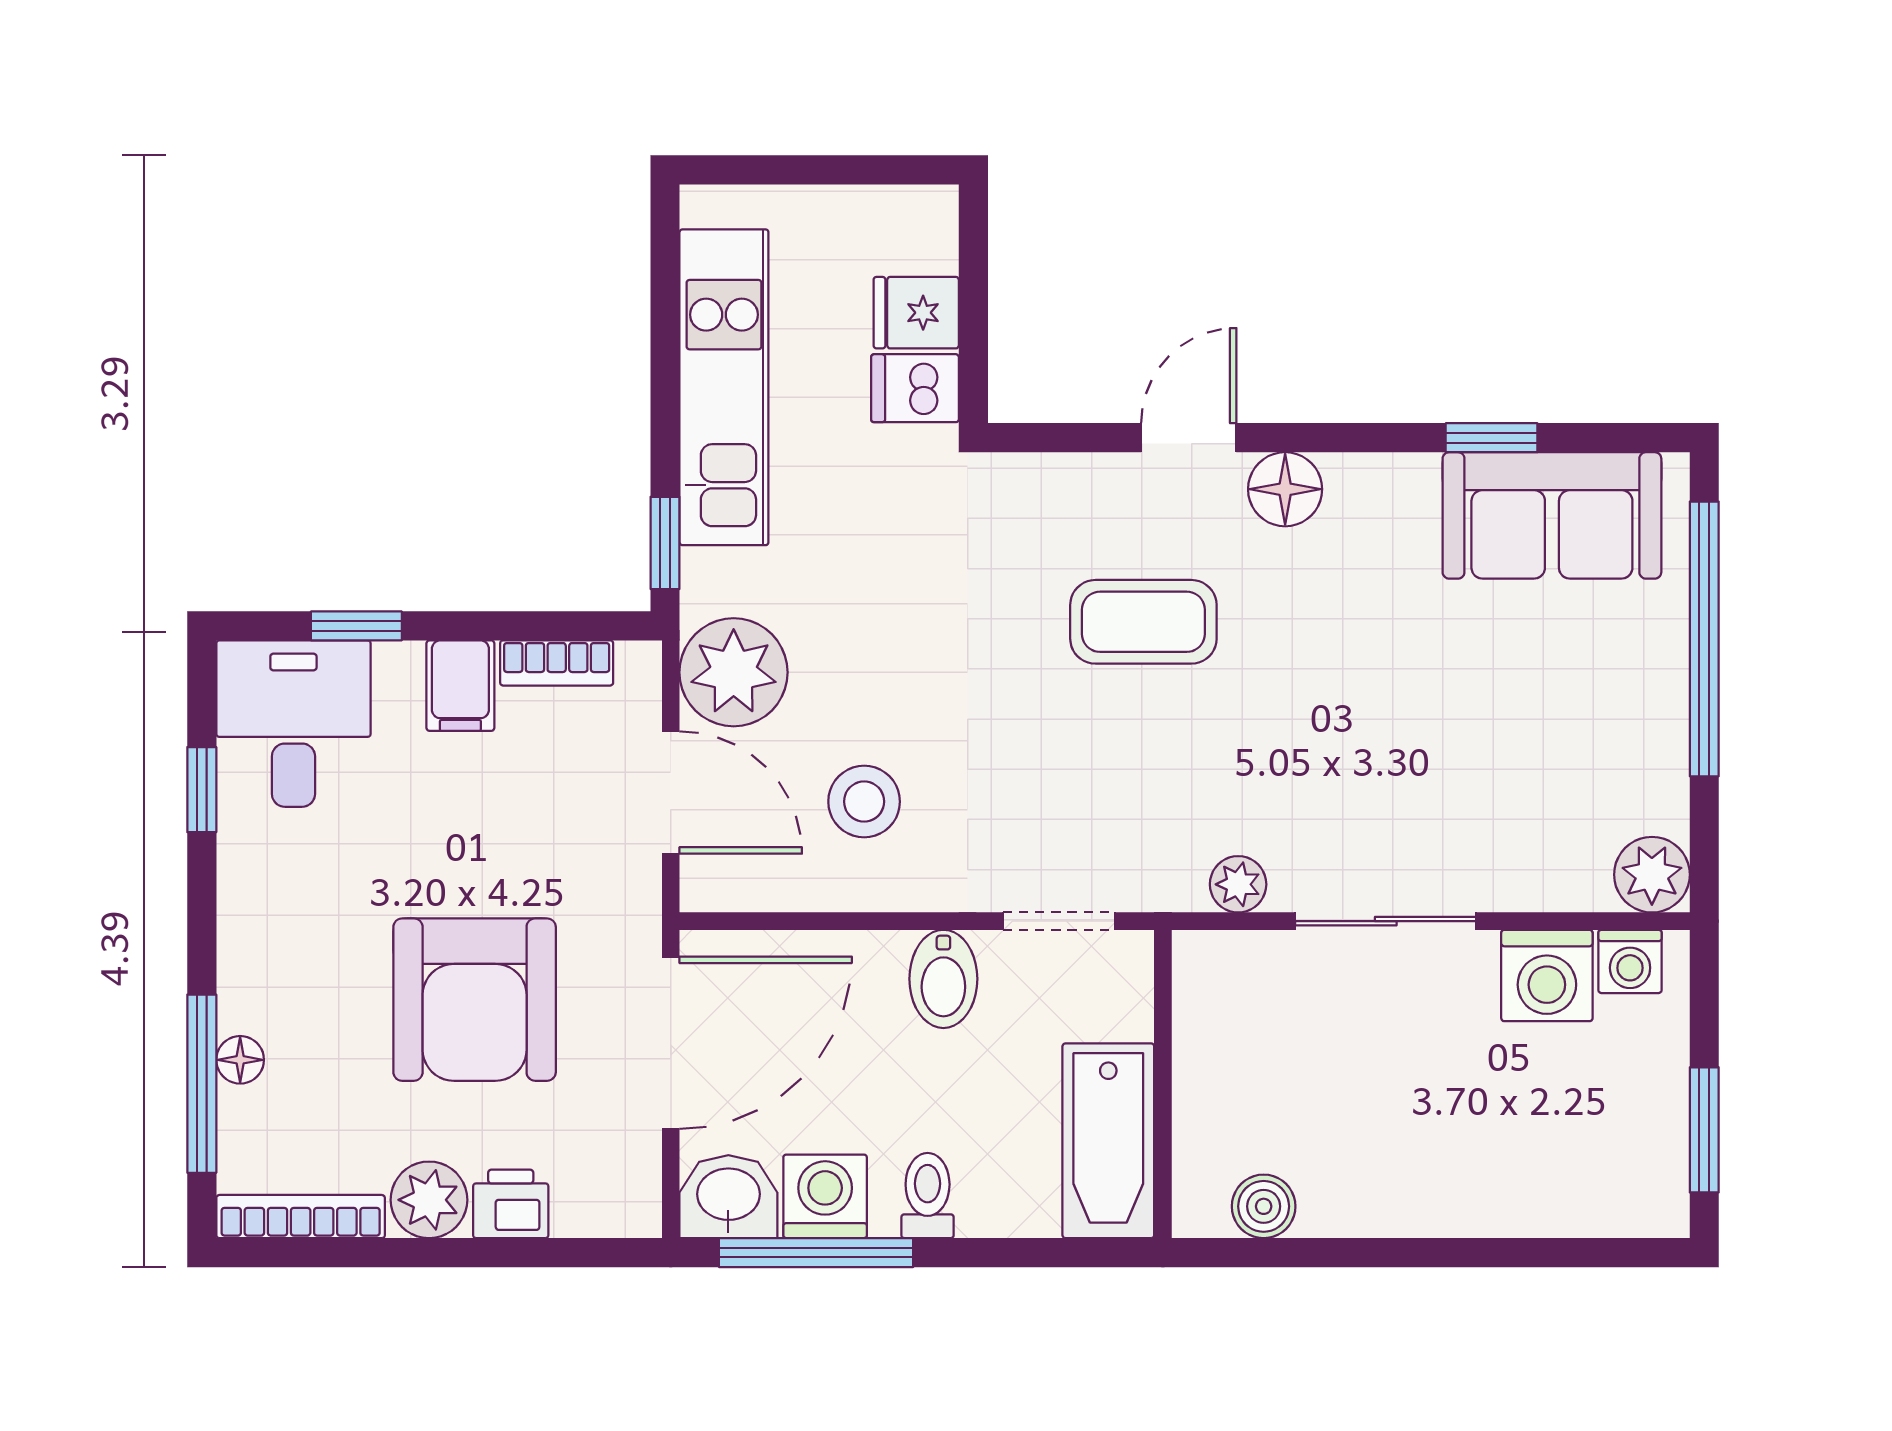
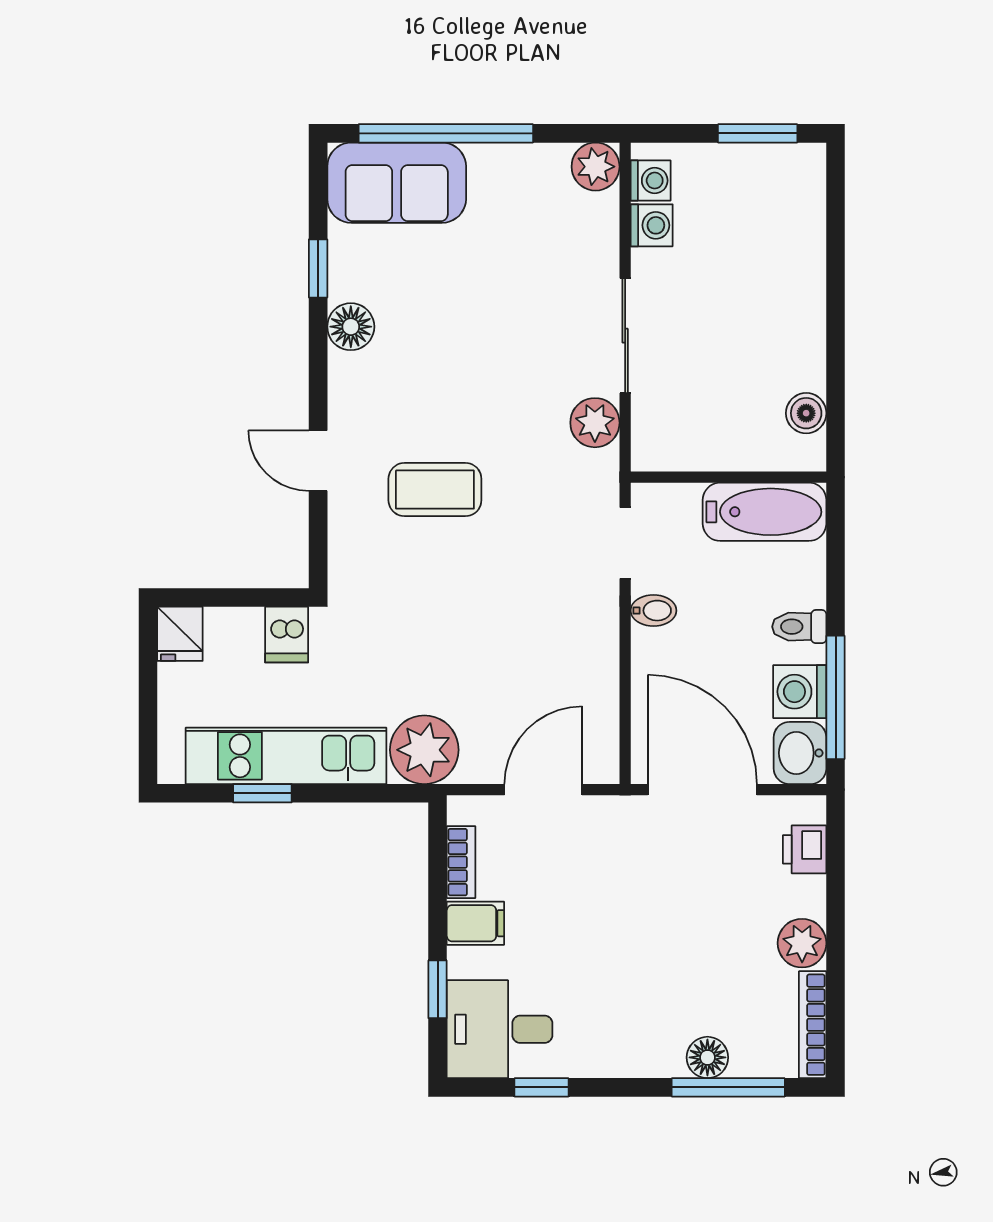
fridge: (916, 313) -> (180, 634), moved
floor lamp: (1285, 489) -> (351, 327), moved
sofa: (1552, 515) -> (397, 183), moved, turned 90
window: (665, 543) -> (262, 793), moved
coffee table: (1143, 622) -> (435, 490), turned 90
plant: (734, 672) -> (424, 750), moved
stool: (864, 802) -> (549, 667), removed
plant: (1238, 884) -> (595, 423), width x1.38, depth x1.38
washing machine: (1547, 976) -> (652, 225), width x0.73, depth x0.73
bidet: (943, 979) -> (653, 611), width x0.72, depth x0.74
armchair: (475, 1000) -> (675, 914), removed
floor lamp: (240, 1060) -> (707, 1057), width x1.37, depth x1.37
printer: (511, 1204) -> (805, 849), moved

